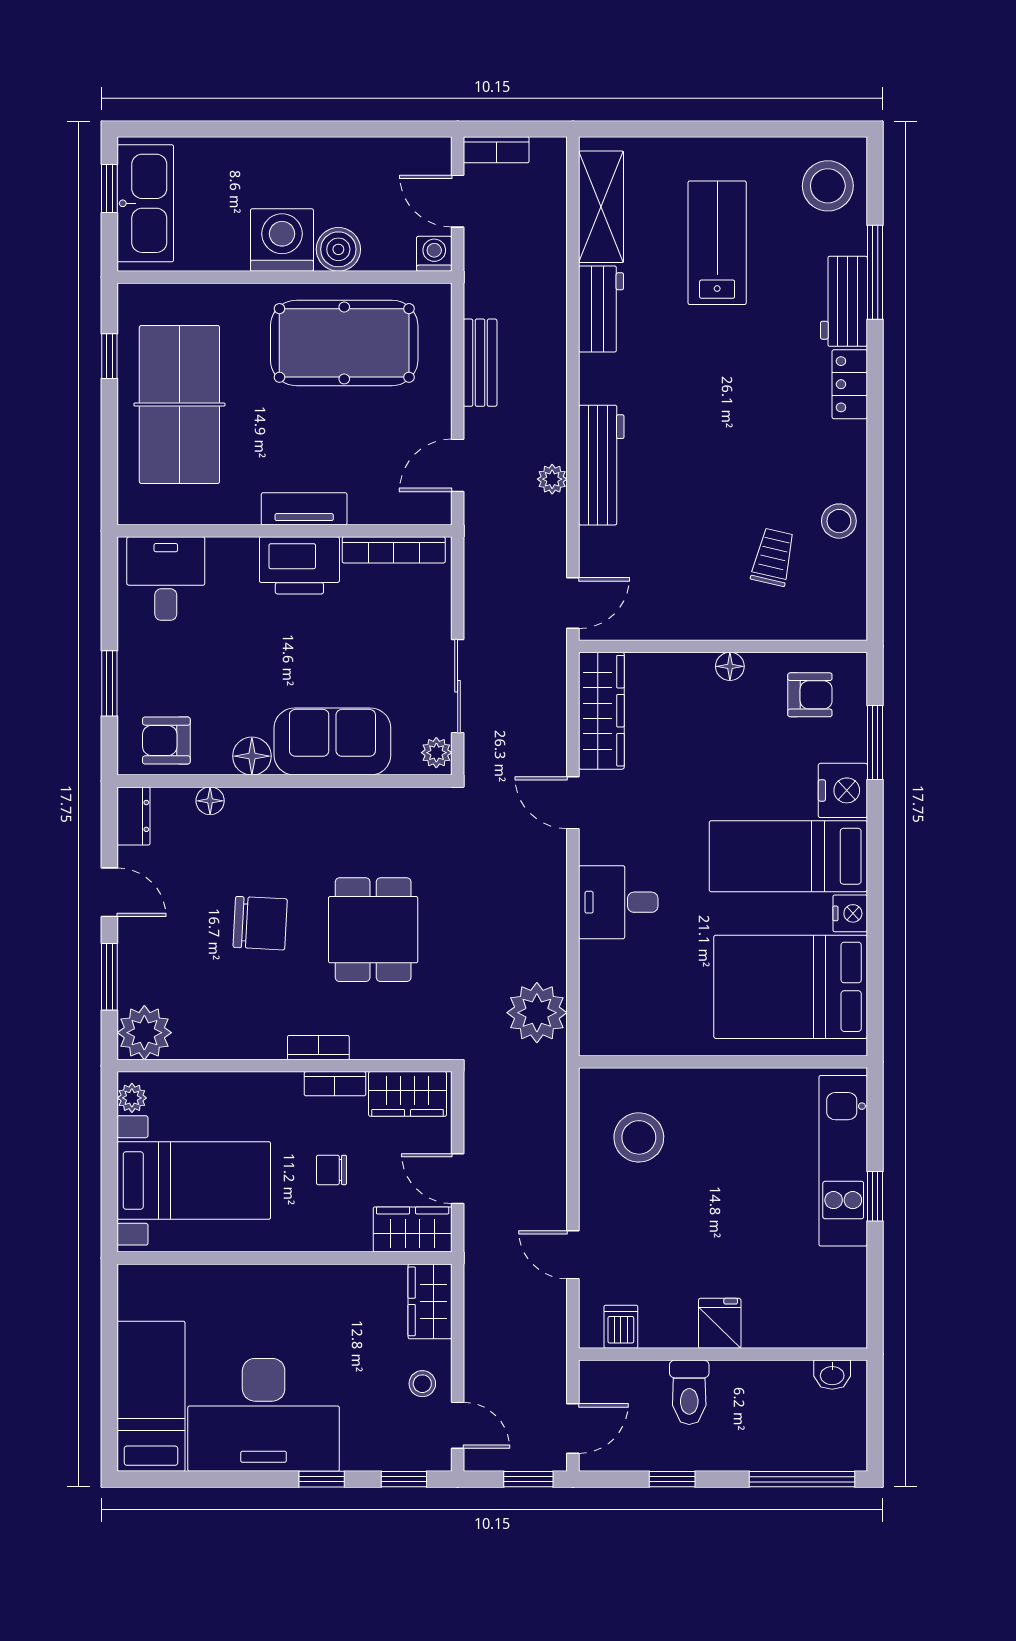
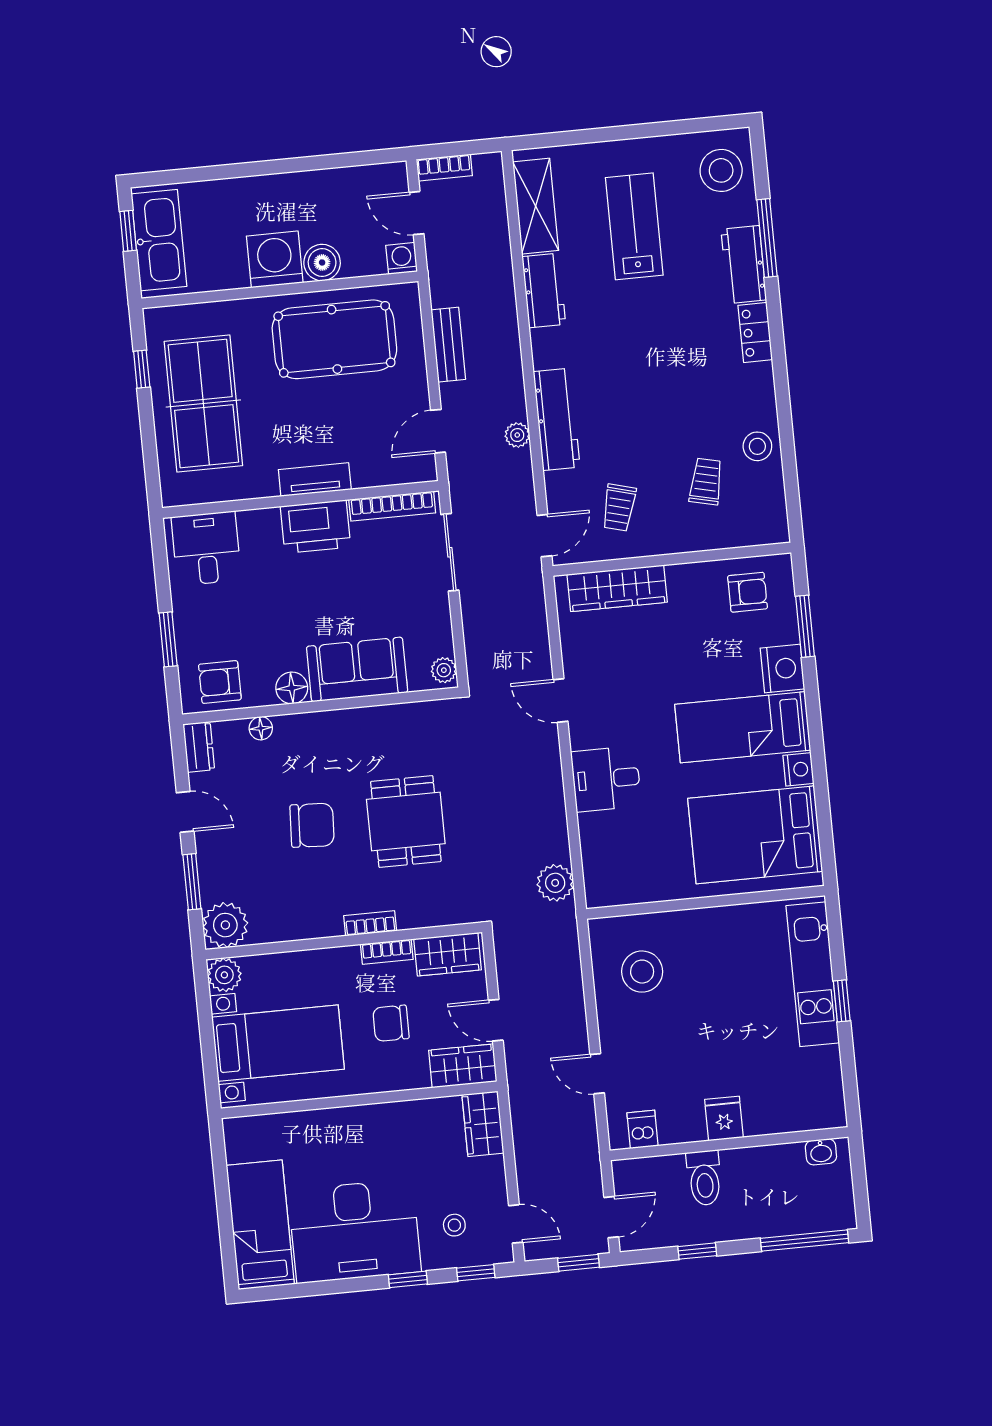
trolley: (666, 578) -> (619, 508), added
floor lamp: (730, 666) -> (679, 575), removed
sliding door: (458, 686) -> (450, 552), moved
wardrobe: (601, 711) -> (617, 588), moved, turned 90
plant: (537, 1013) -> (555, 883), width x0.73, depth x0.73
plant: (132, 1098) -> (224, 975), width x1.38, depth x1.38
chair: (331, 1170) -> (391, 1023), width x1.37, depth x1.37
stool: (422, 1384) -> (454, 1225), moved

